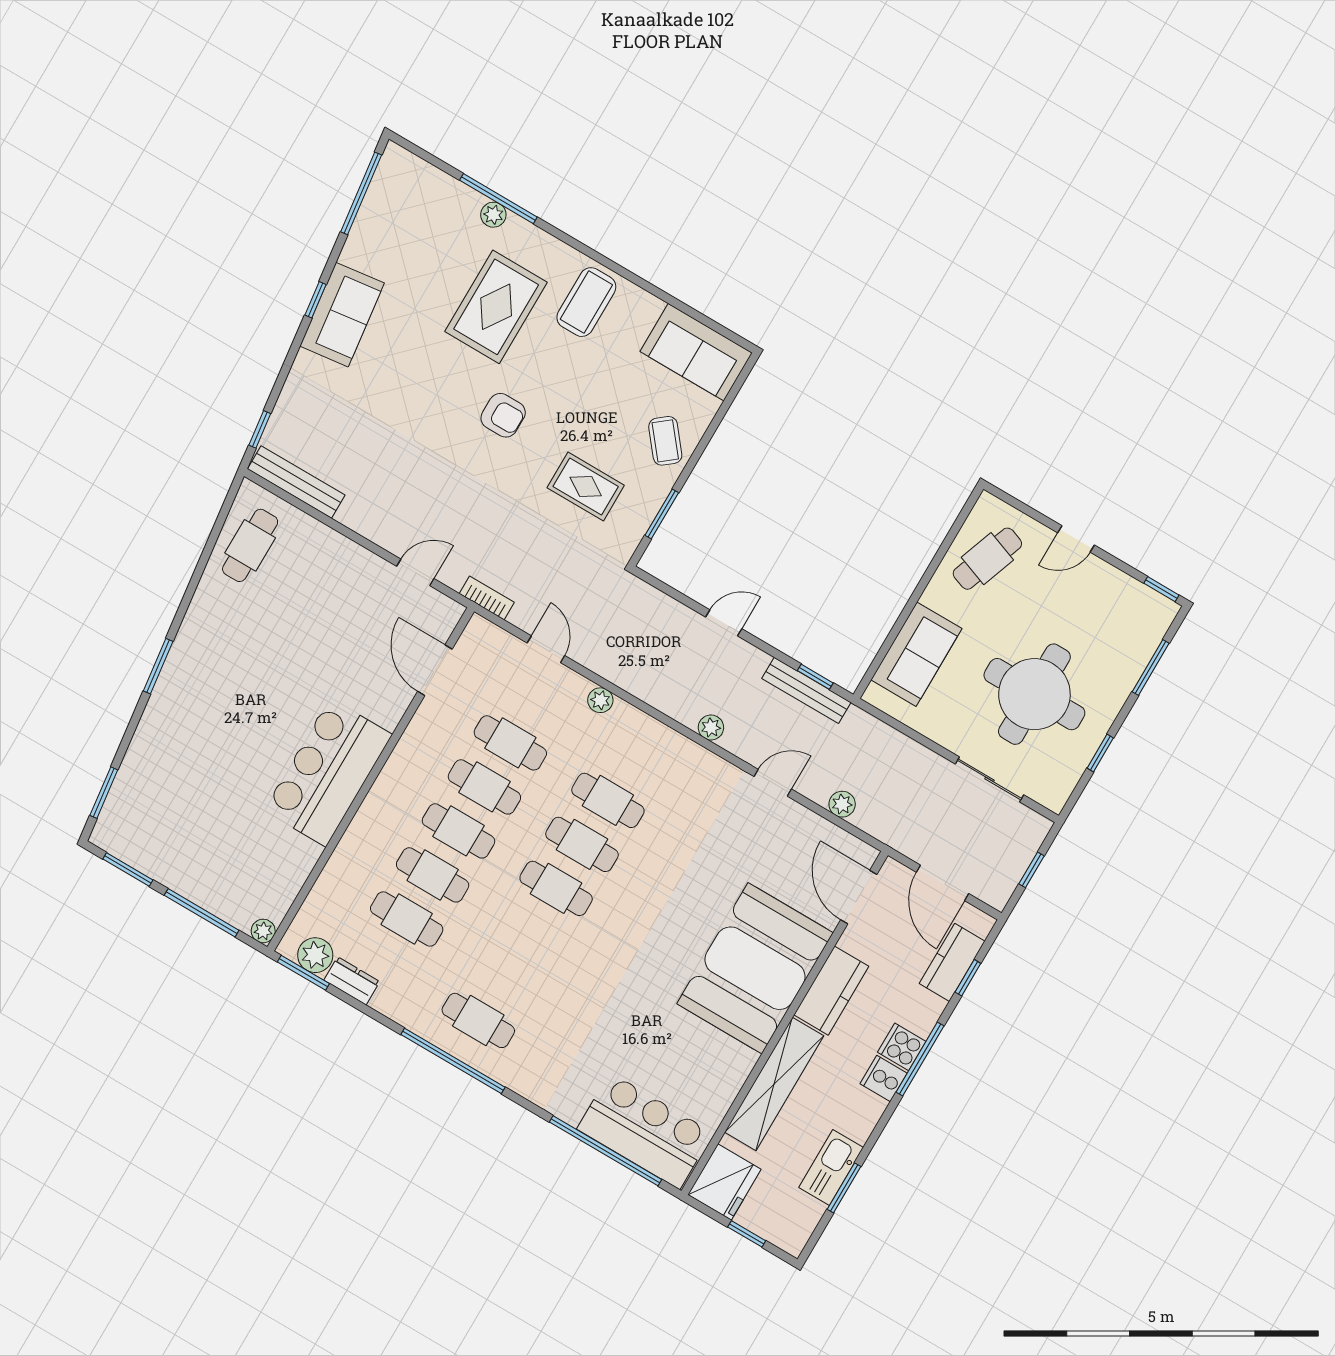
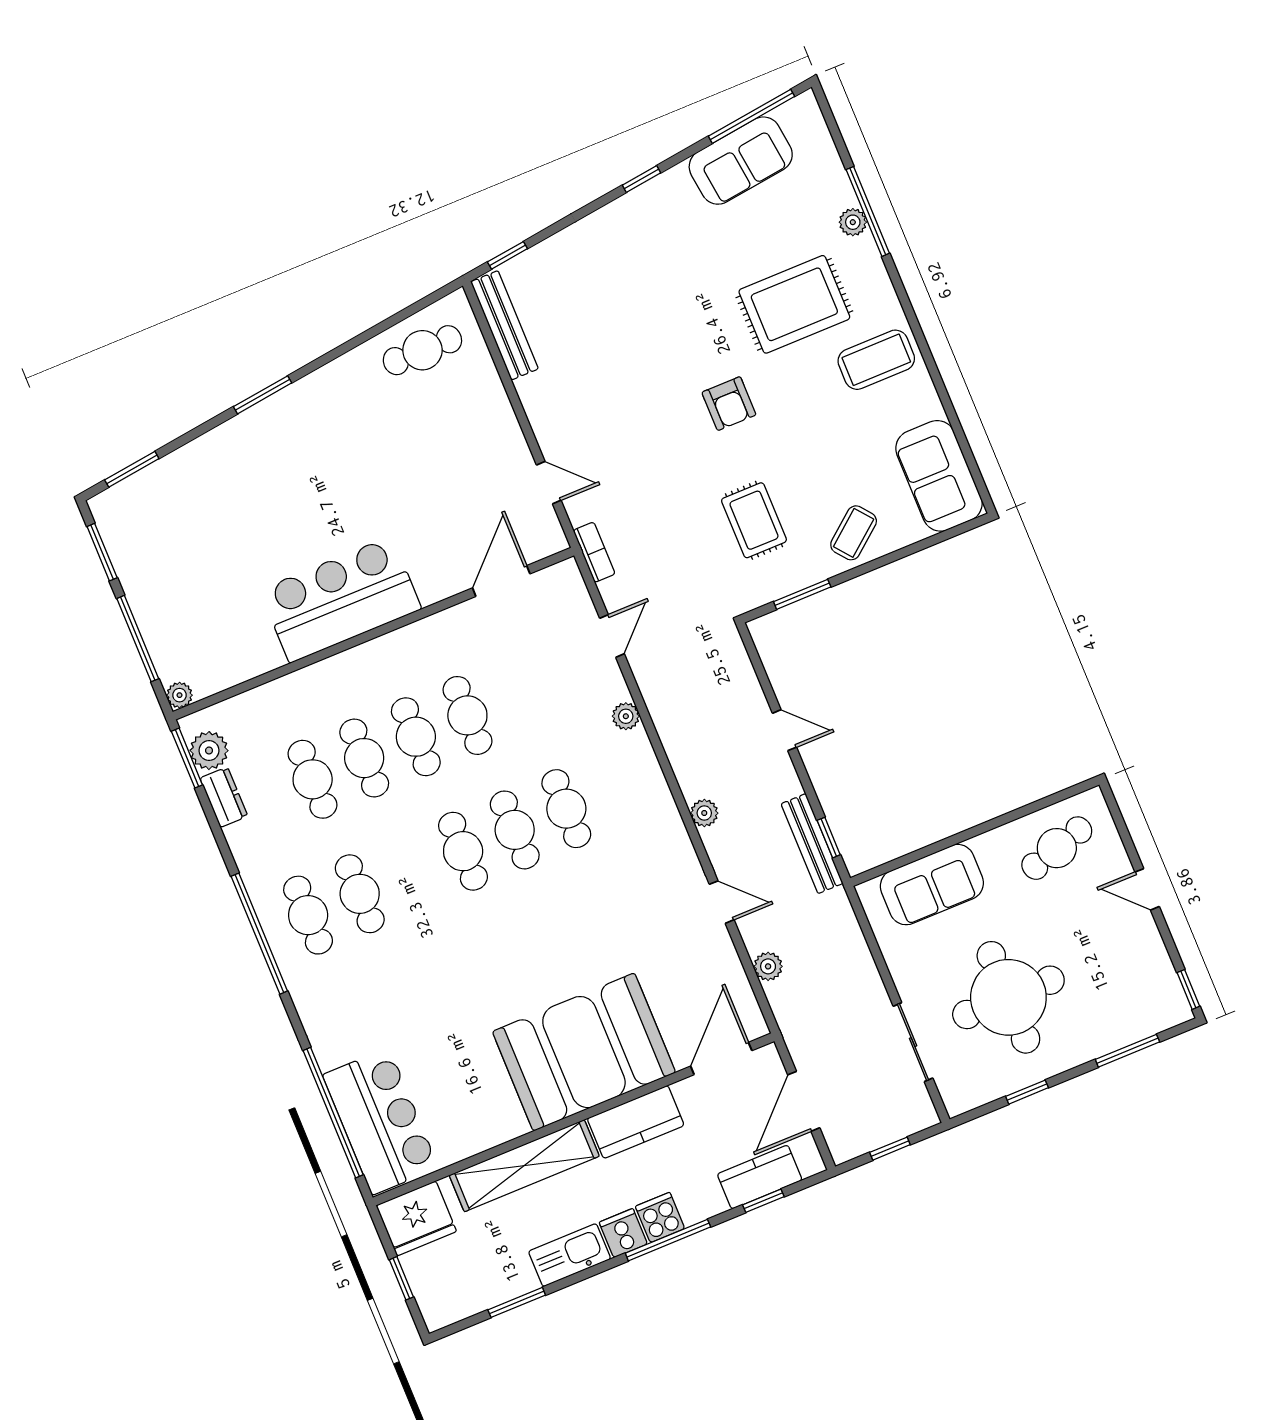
sofa: (342, 315) -> (741, 161), moved
cafe table: (987, 559) -> (1057, 848), turned -37
cafe table: (510, 743) -> (360, 894), moved
kitchen sink: (831, 1167) -> (570, 1255), moved

